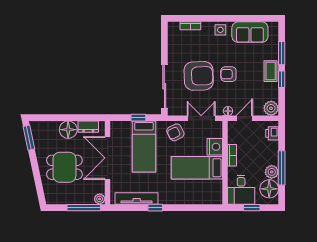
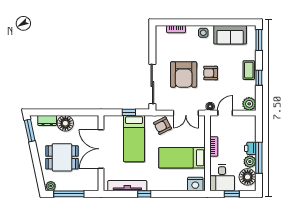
window: (282, 53) -> (259, 40), moved
armchair: (199, 76) -> (184, 75), turned 92
double door: (201, 118) -> (186, 113), swing flipped
dresser: (88, 127) -> (47, 120), moved
printer: (272, 133) -> (250, 148), moved
nightstand: (215, 147) -> (195, 184), moved, turned 90
plant: (100, 199) -> (51, 186), moved
window: (84, 208) -> (69, 194), moved

